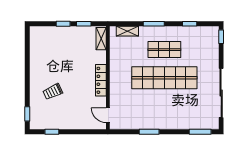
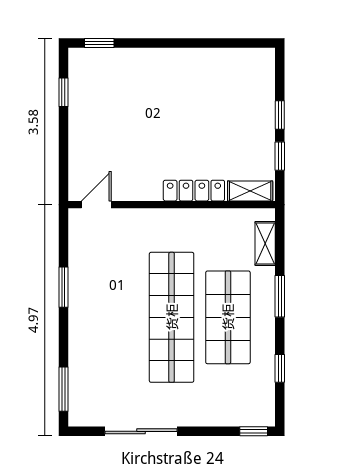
shop shelf: (164, 50) -> (228, 317), width x1.43, depth x1.36
locker: (101, 80) -> (194, 191), moved
trolley: (53, 92) -> (144, 94), removed
sliding door: (221, 93) -> (141, 431), width x0.73

